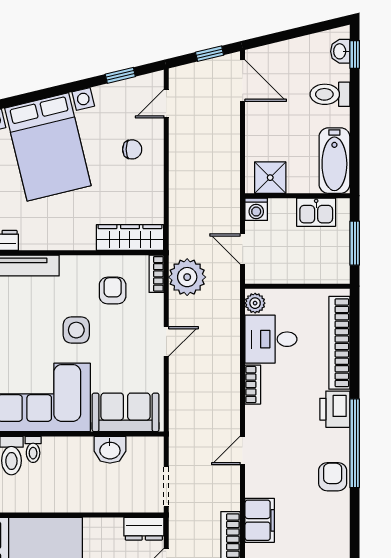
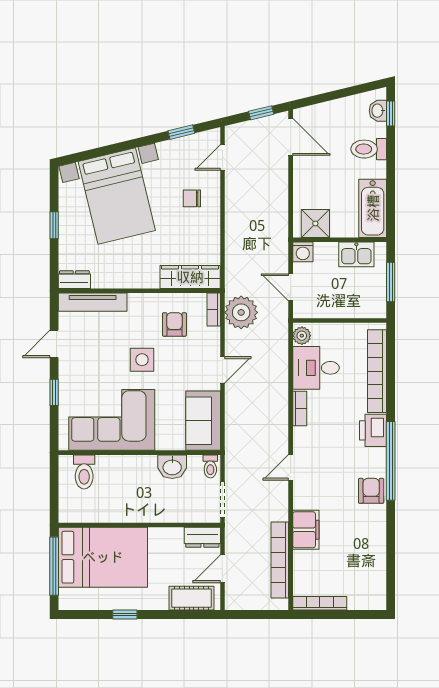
chair: (132, 149) -> (192, 198), turned 180
sofa: (126, 412) -> (203, 421), moved, turned -90
toilet: (33, 449) -> (210, 466), moved

